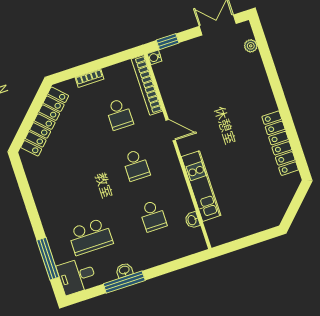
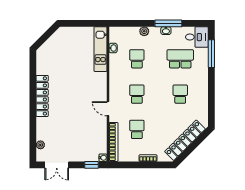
locker: (280, 143) -> (42, 96), moved
school desk: (74, 186) -> (180, 94), added
kitchen unit: (201, 186) -> (100, 49), moved
plant: (155, 259) -> (144, 31), added

